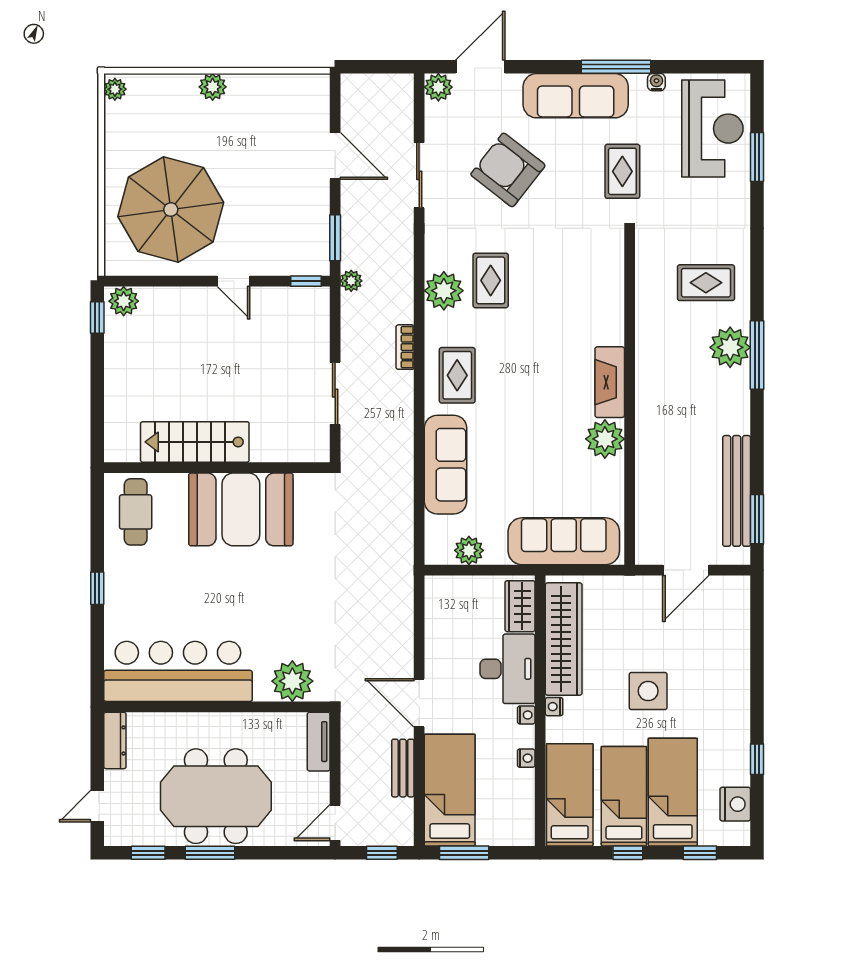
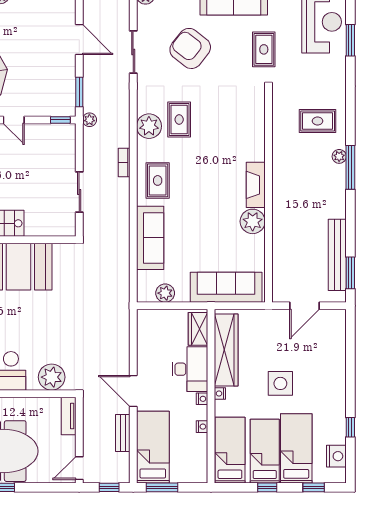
plant: (730, 347) -> (339, 156), width x0.53, depth x0.53

